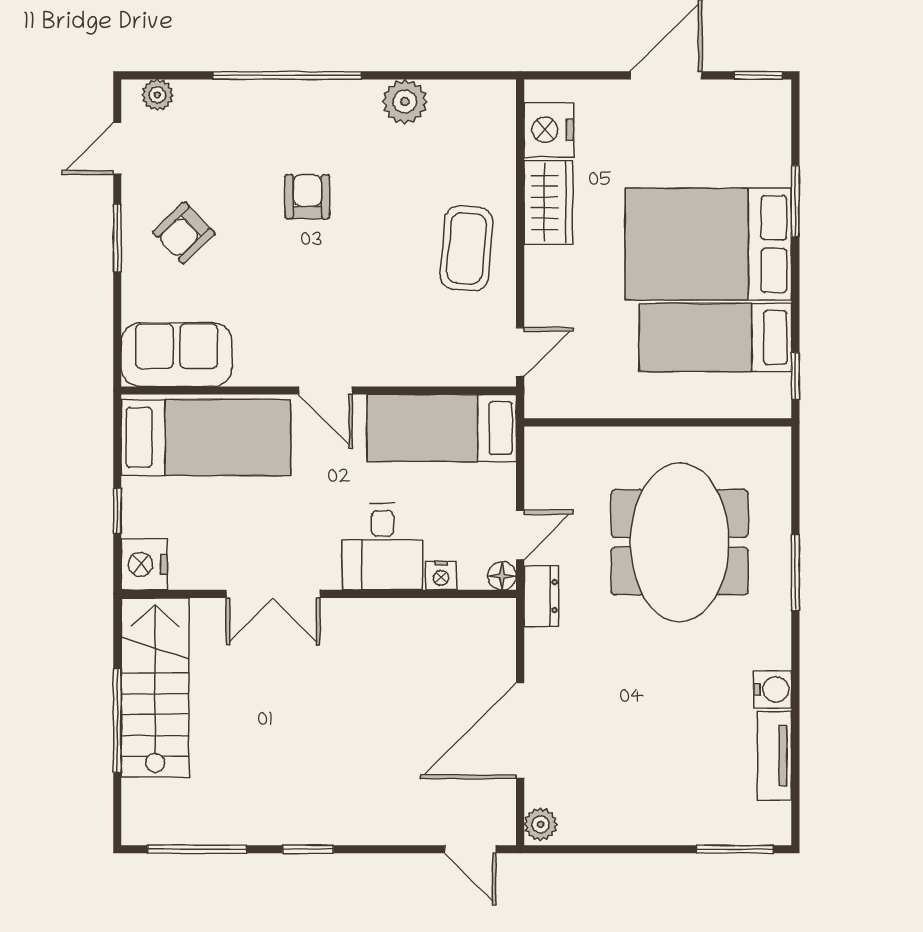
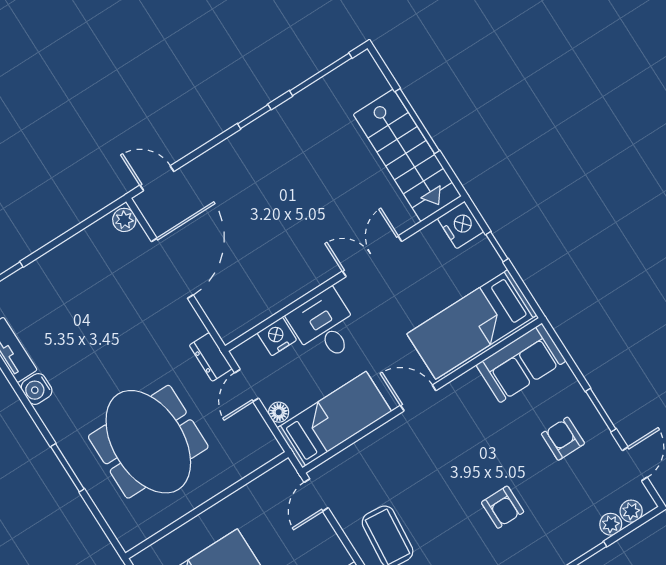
plant: (192, 95) -> (611, 524), added
armchair: (184, 233) -> (563, 439), turned -46
nightstand: (441, 576) -> (277, 336), width x1.39, depth x1.35
floor lamp: (502, 576) -> (279, 412), moved

